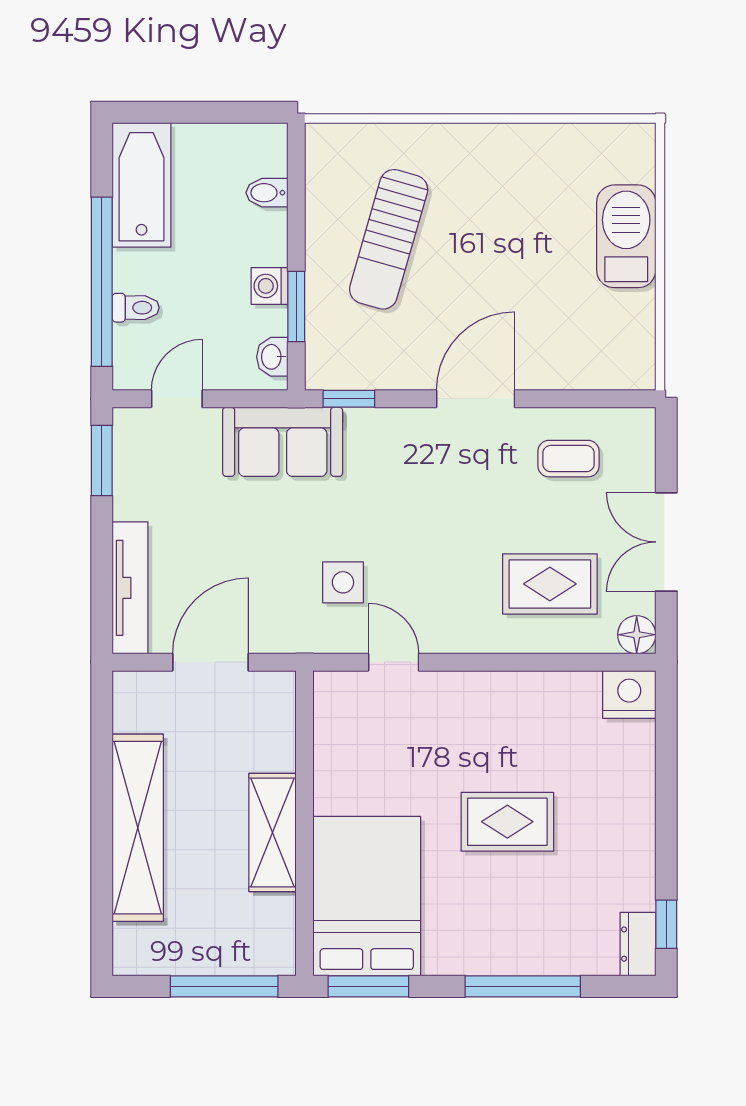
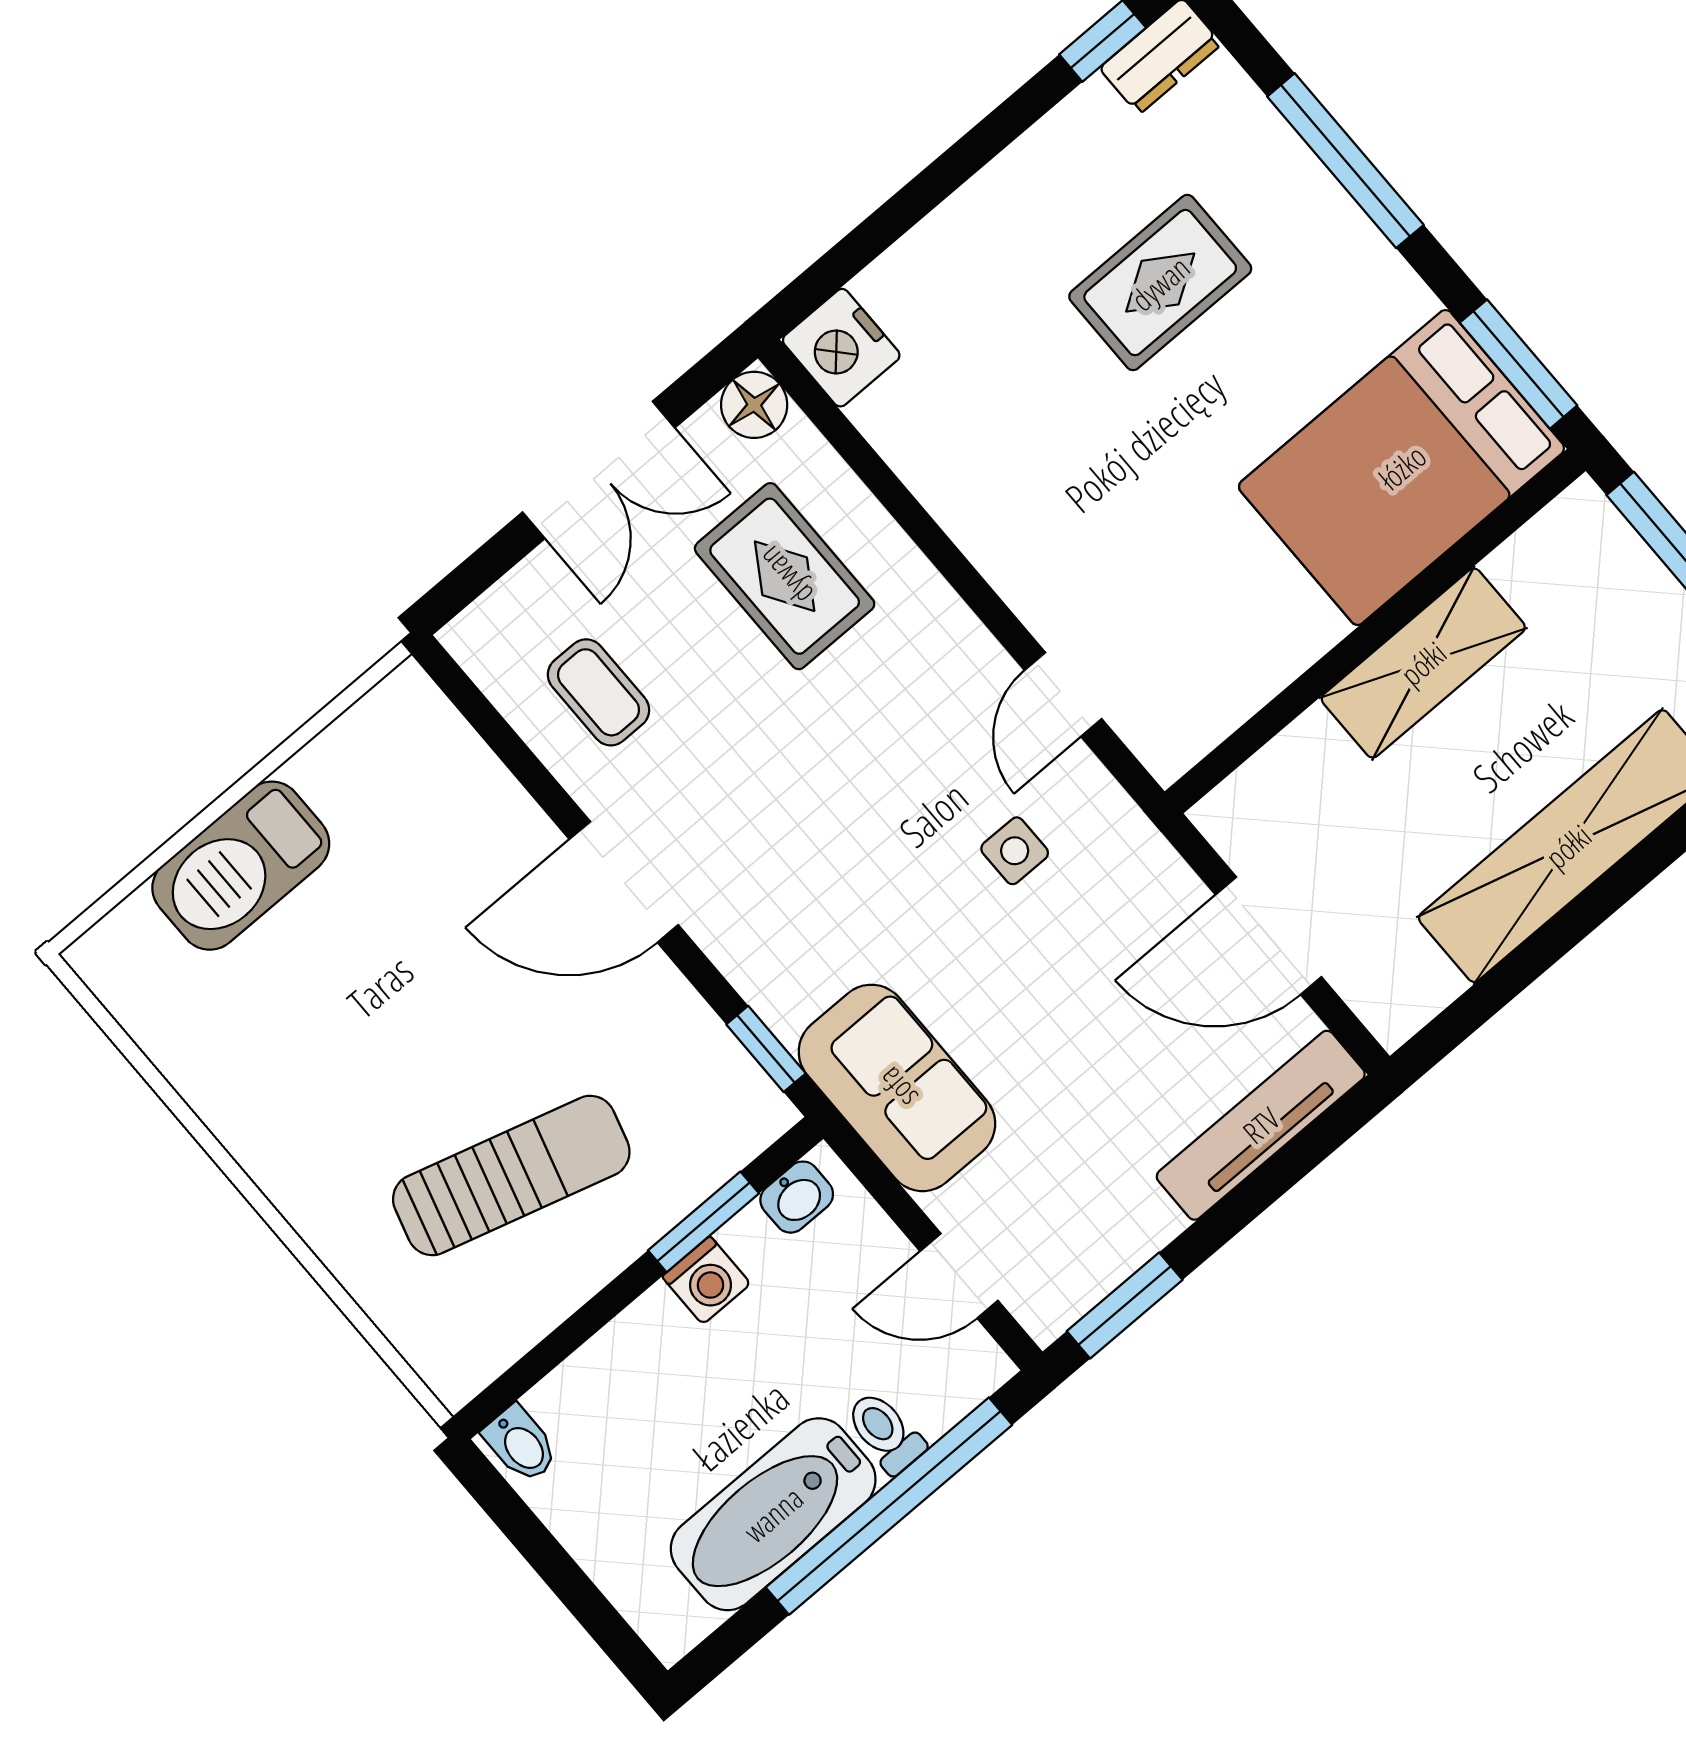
bathtub: (142, 185) -> (773, 1514), moved
bidet: (267, 193) -> (521, 1444), moved
side table: (343, 582) -> (1015, 851), width x0.73, depth x0.73
rug: (507, 822) -> (1160, 283), moved, turned 90

